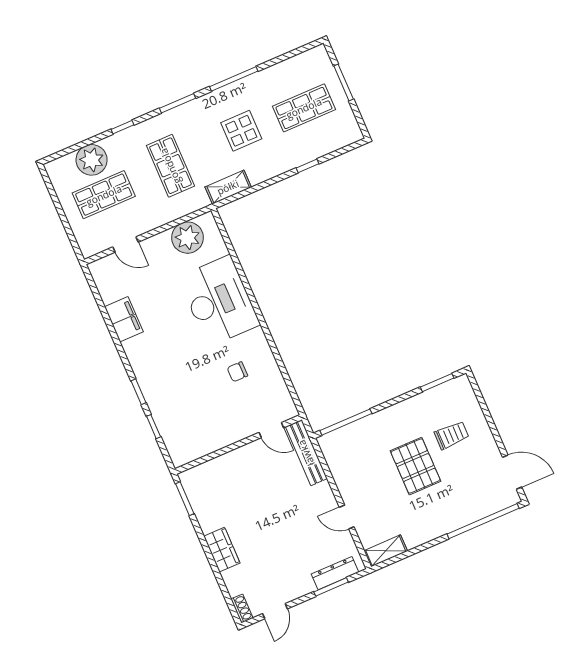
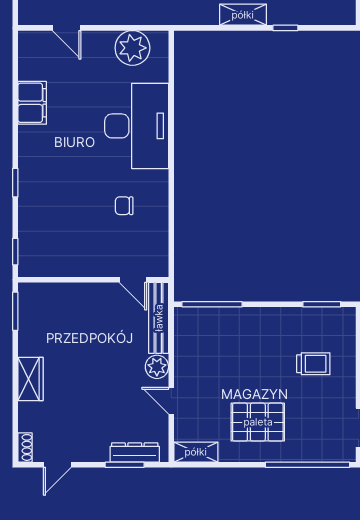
shelving: (228, 187) -> (243, 15), moved
window: (154, 427) -> (15, 252), moved
pallet: (415, 466) -> (258, 422), moved, turned 90
plant: (323, 494) -> (157, 367), added

